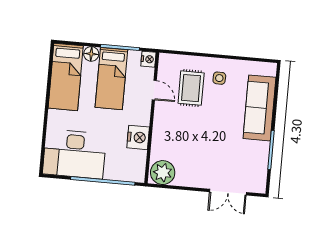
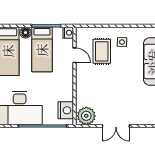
nightstand: (138, 137) -> (66, 110), moved
double door: (228, 192) -> (116, 126), moved

